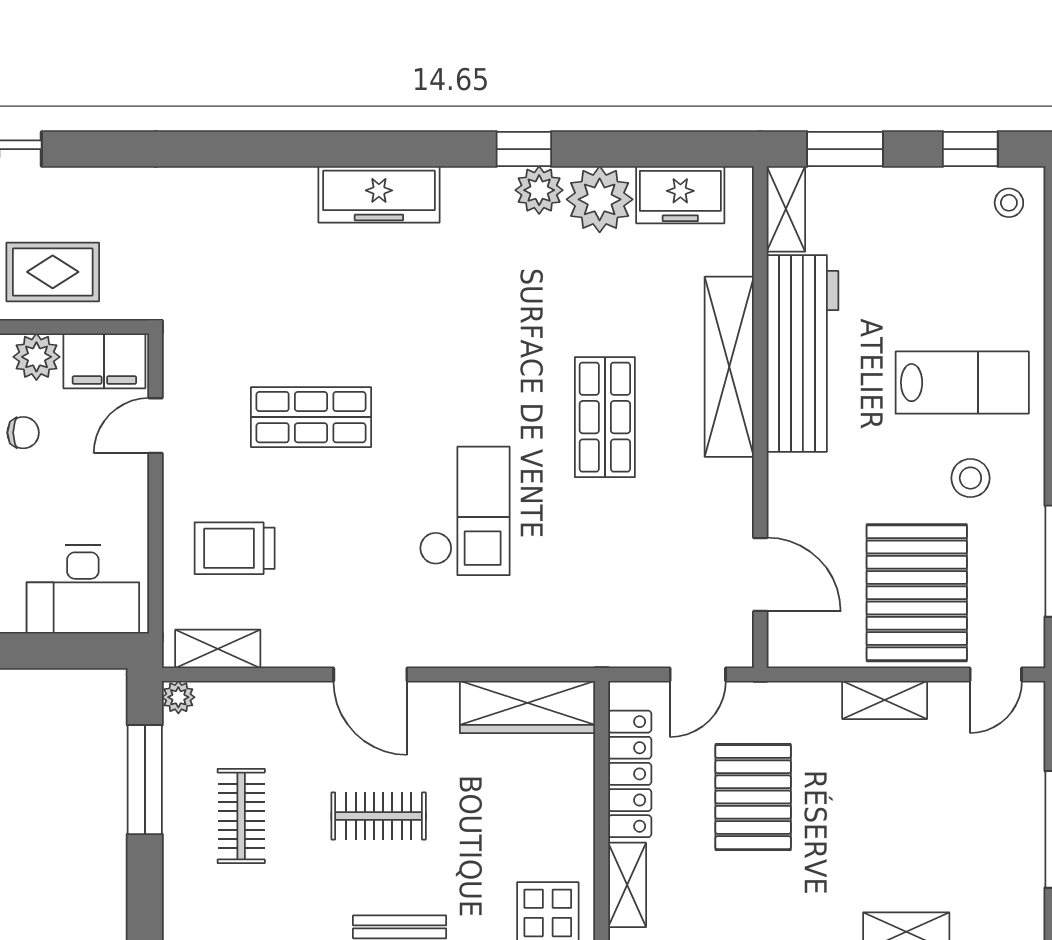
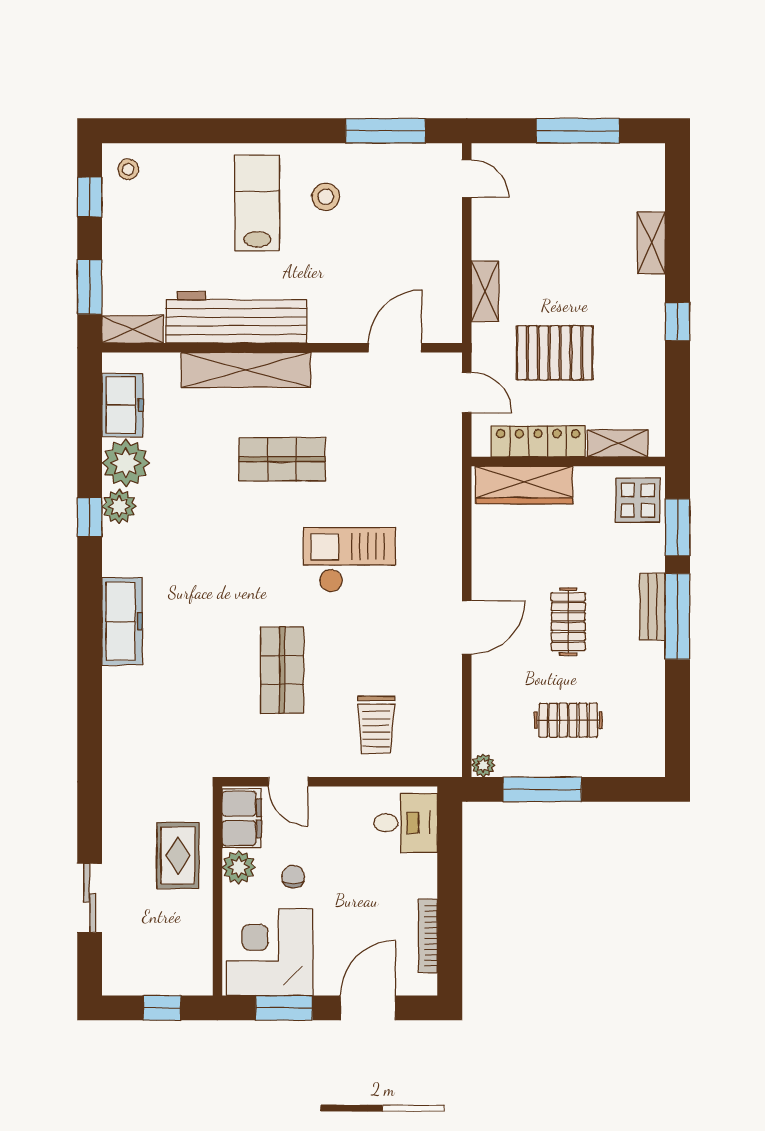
desk: (83, 589) -> (406, 823), width x0.73
pallet: (917, 593) -> (408, 235), removed
shelving: (218, 649) -> (448, 737), removed
shelving: (885, 700) -> (485, 291), moved
wardrobe: (528, 707) -> (524, 485), moved, turned 90

